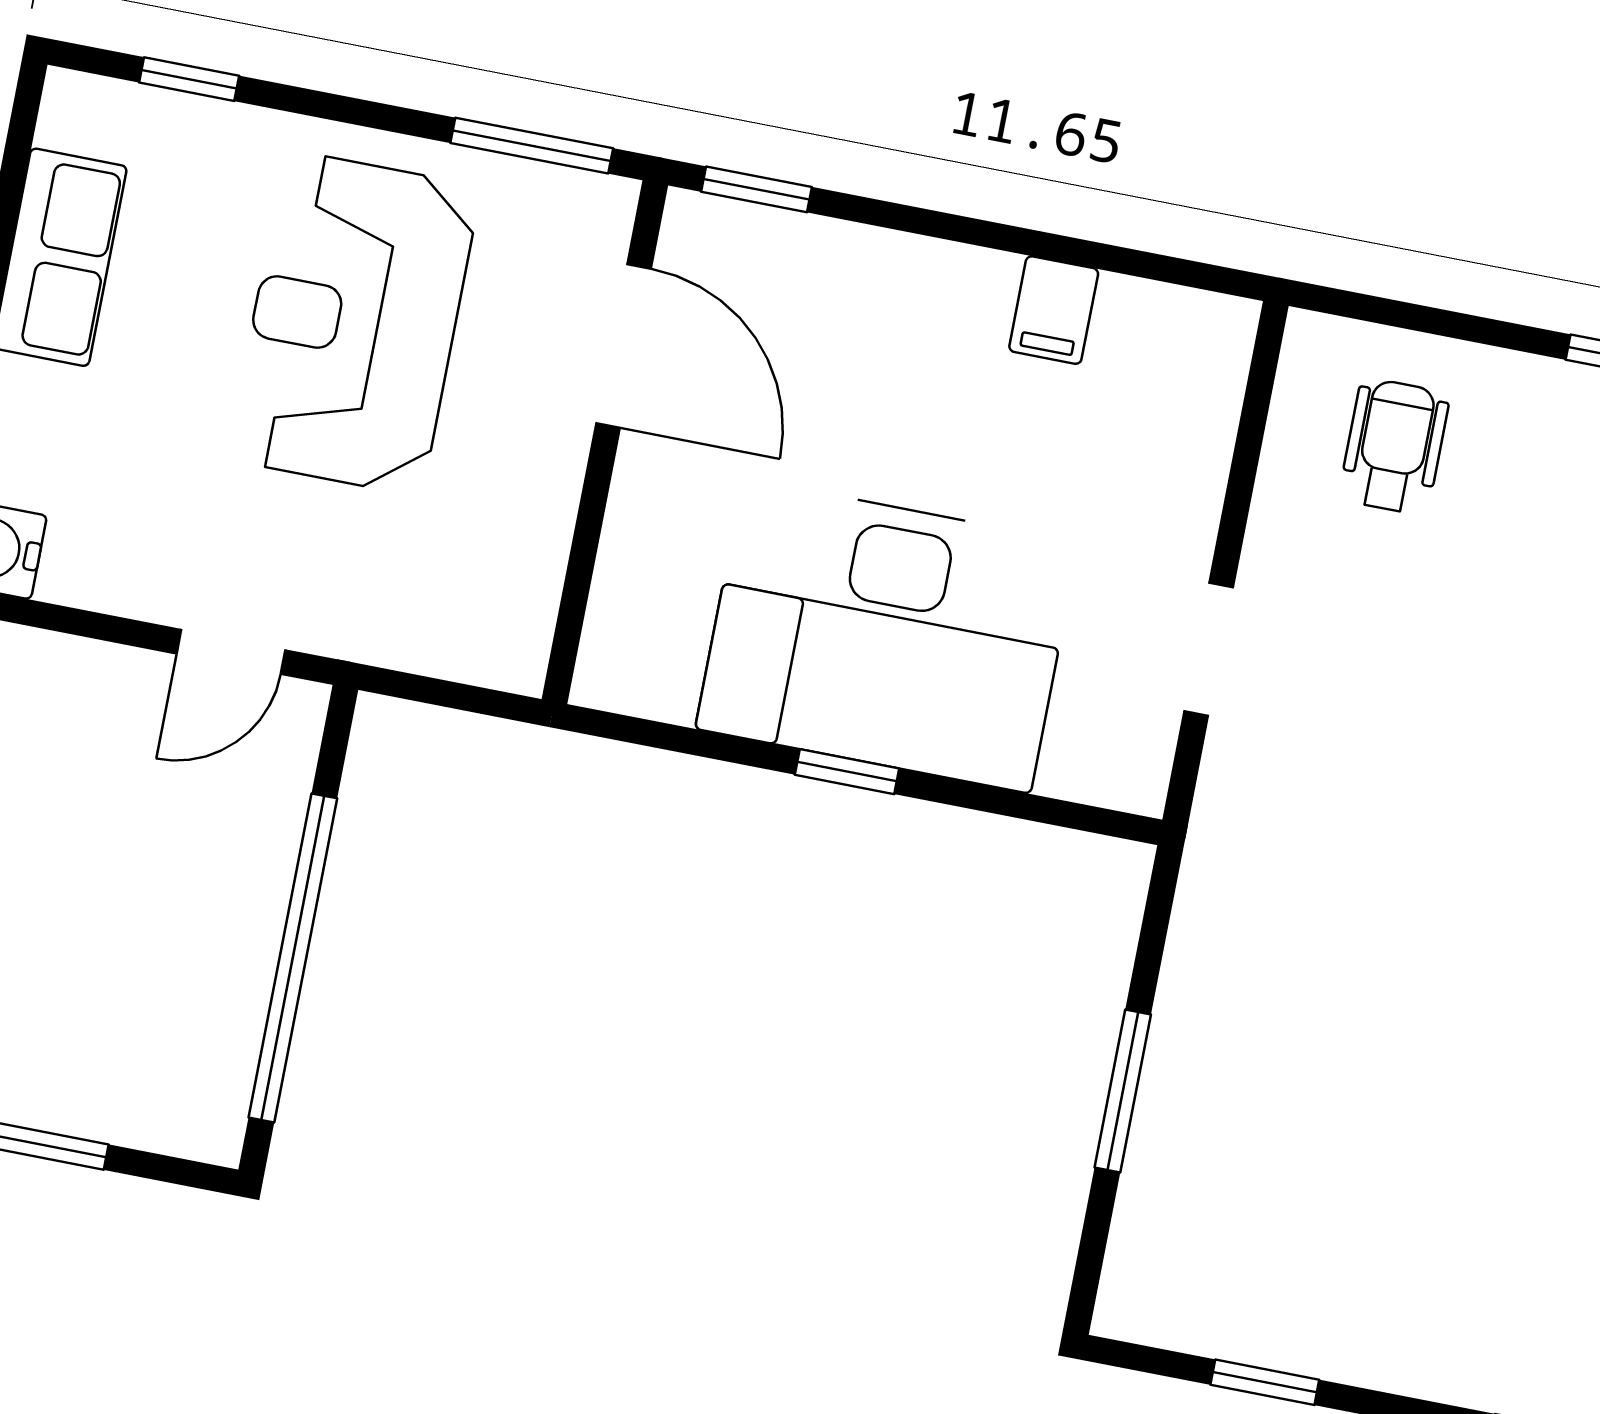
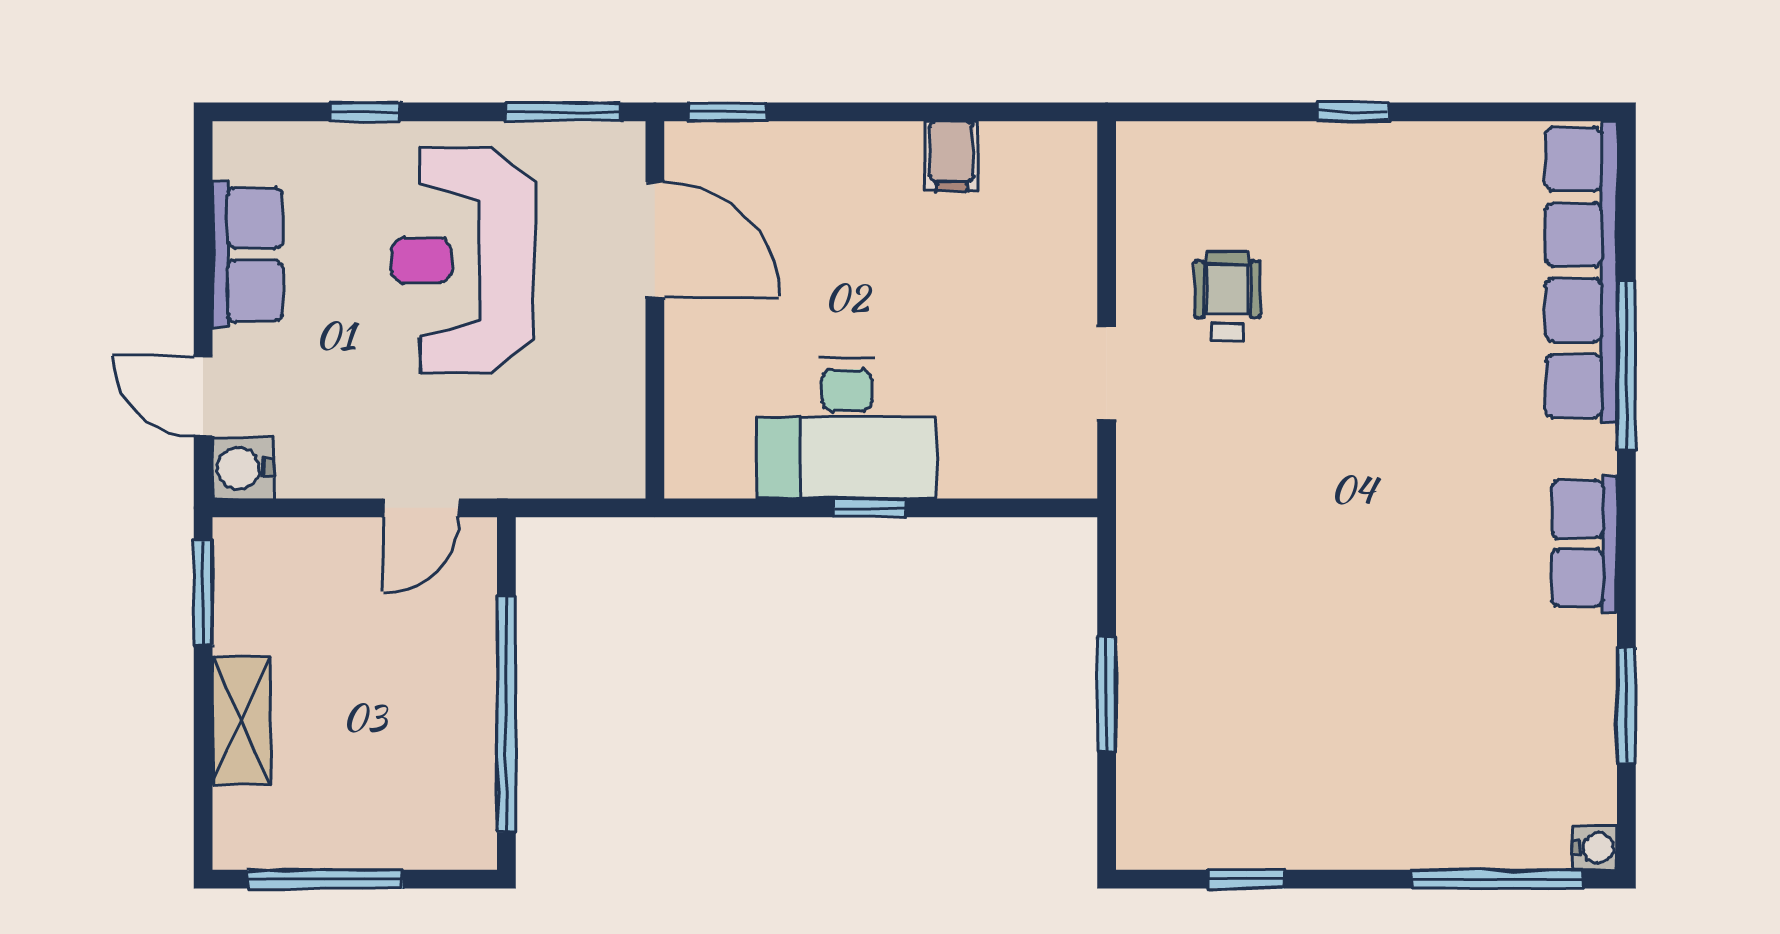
window: (189, 79) -> (364, 112), moved
wheelchair: (1394, 446) -> (1227, 296), moved
desk: (887, 636) -> (847, 428), width x0.73, depth x0.77

